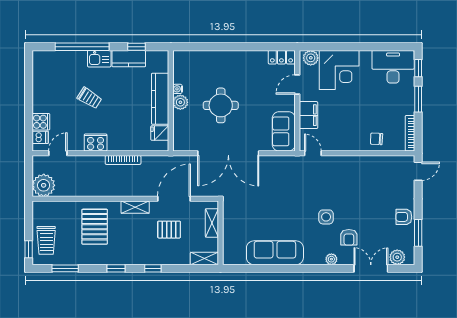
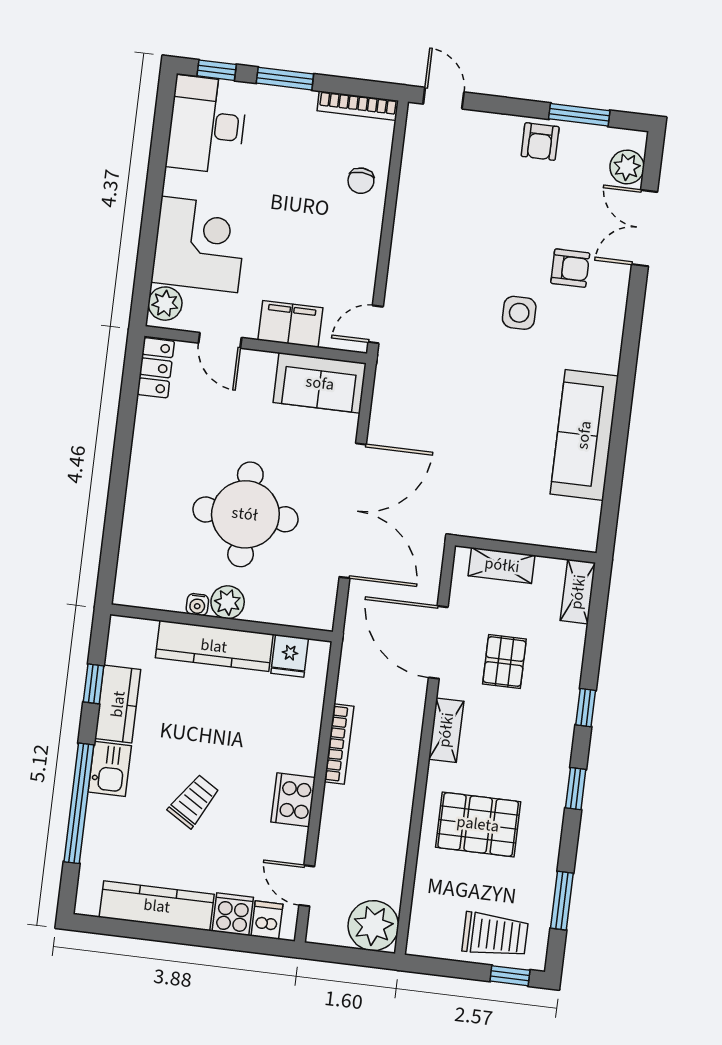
kitchen counter: (41, 87) -> (157, 906), added
round table: (221, 105) -> (245, 514), width x1.36, depth x1.36
plant: (331, 259) -> (614, 313), removed

